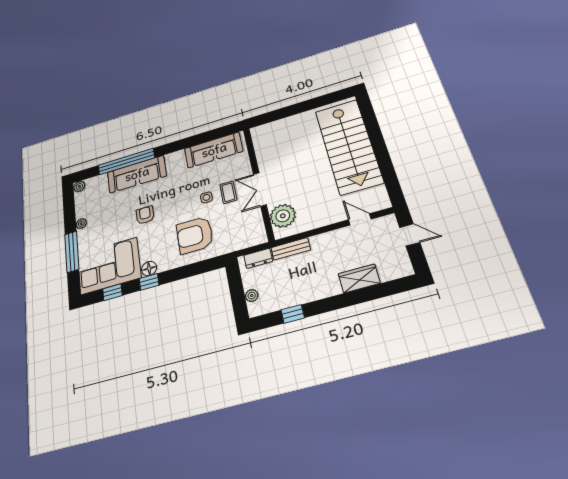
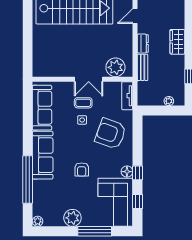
sofa: (137, 174) -> (43, 155), moved
armchair: (145, 215) -> (82, 169), turned -90
plant: (81, 224) -> (72, 218), width x1.88, depth x1.88
armchair: (195, 235) -> (111, 134), turned 110
tv unit: (248, 241) -> (127, 96), added
dresser: (258, 258) -> (143, 44), moved
wardrobe: (359, 278) -> (177, 42), moved

